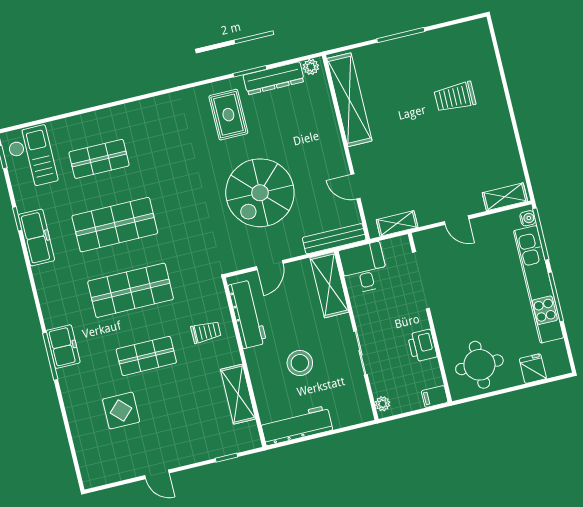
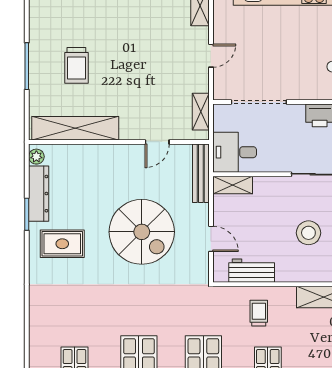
trolley: (455, 97) -> (76, 65), moved
shelving: (329, 285) -> (233, 185), width x0.67, depth x0.75
workbench: (247, 314) -> (252, 271), width x0.73

